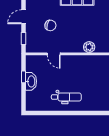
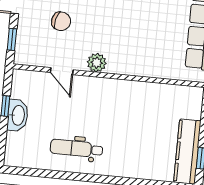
plant: (89, 47) -> (97, 63), moved
dental chair: (66, 97) -> (76, 148), turned 180

